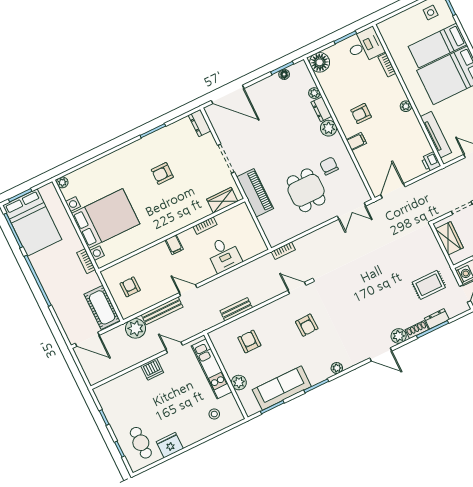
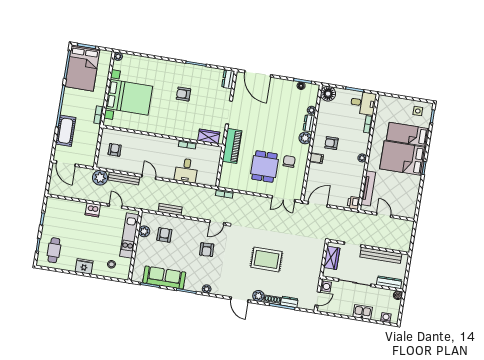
filing cabinet: (174, 245) -> (160, 143), removed
rug: (429, 285) -> (266, 259), moved, width x1.36, depth x1.43
door: (297, 288) -> (217, 223), swing flipped
cot: (102, 307) -> (66, 131), moved
plant: (239, 383) -> (144, 231), moved
fridge: (170, 445) -> (84, 266), moved

